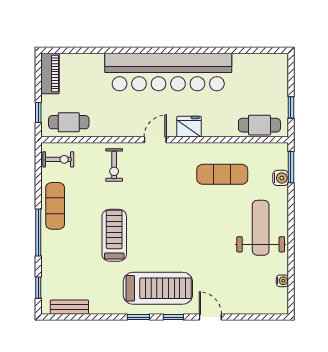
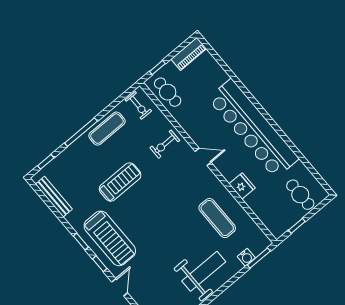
cafe table: (259, 125) -> (300, 195), moved
fridge: (189, 127) -> (242, 186), moved
bench: (69, 307) -> (54, 197), width x1.36

